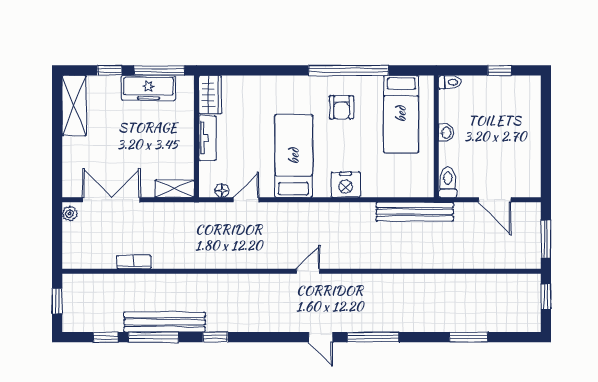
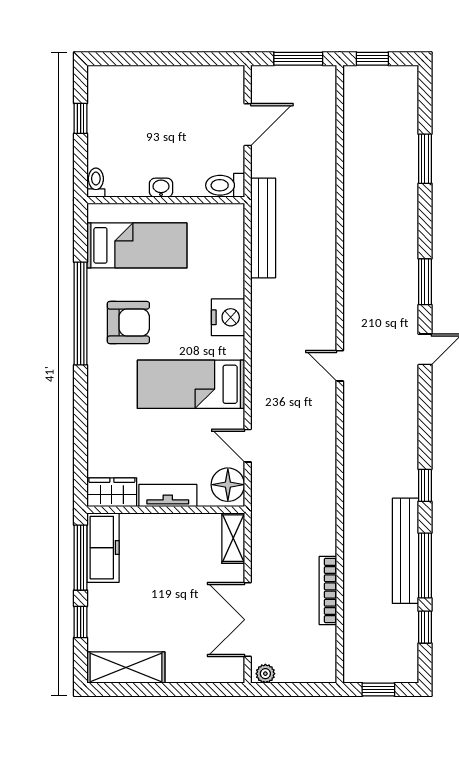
freezer: (148, 88) -> (103, 548), moved
armchair: (341, 107) -> (128, 323), width x1.38, depth x1.38
floor lamp: (222, 191) -> (228, 485), width x1.89, depth x1.89
bookcase: (134, 262) -> (328, 590), width x1.56
window: (373, 337) -> (425, 282), width x0.69

